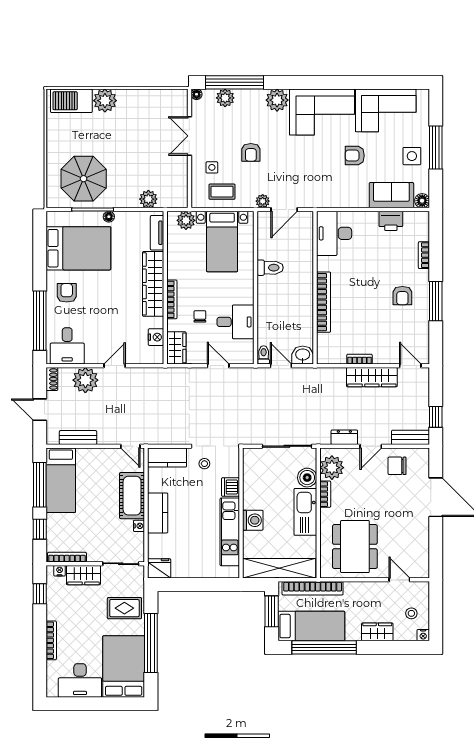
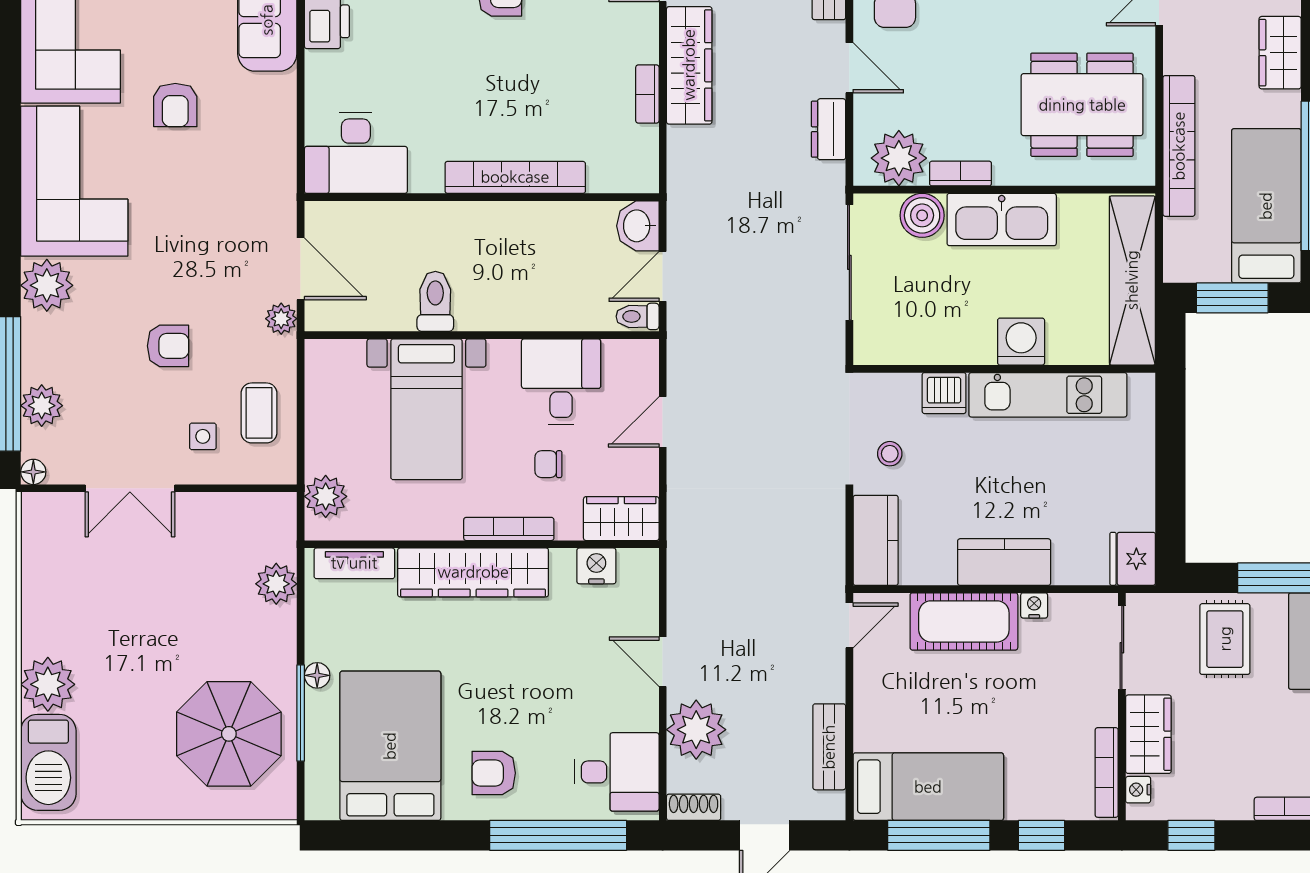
bed with nightstands: (222, 242) -> (426, 409), moved, turned 90
bookcase: (313, 588) -> (1179, 146), moved

